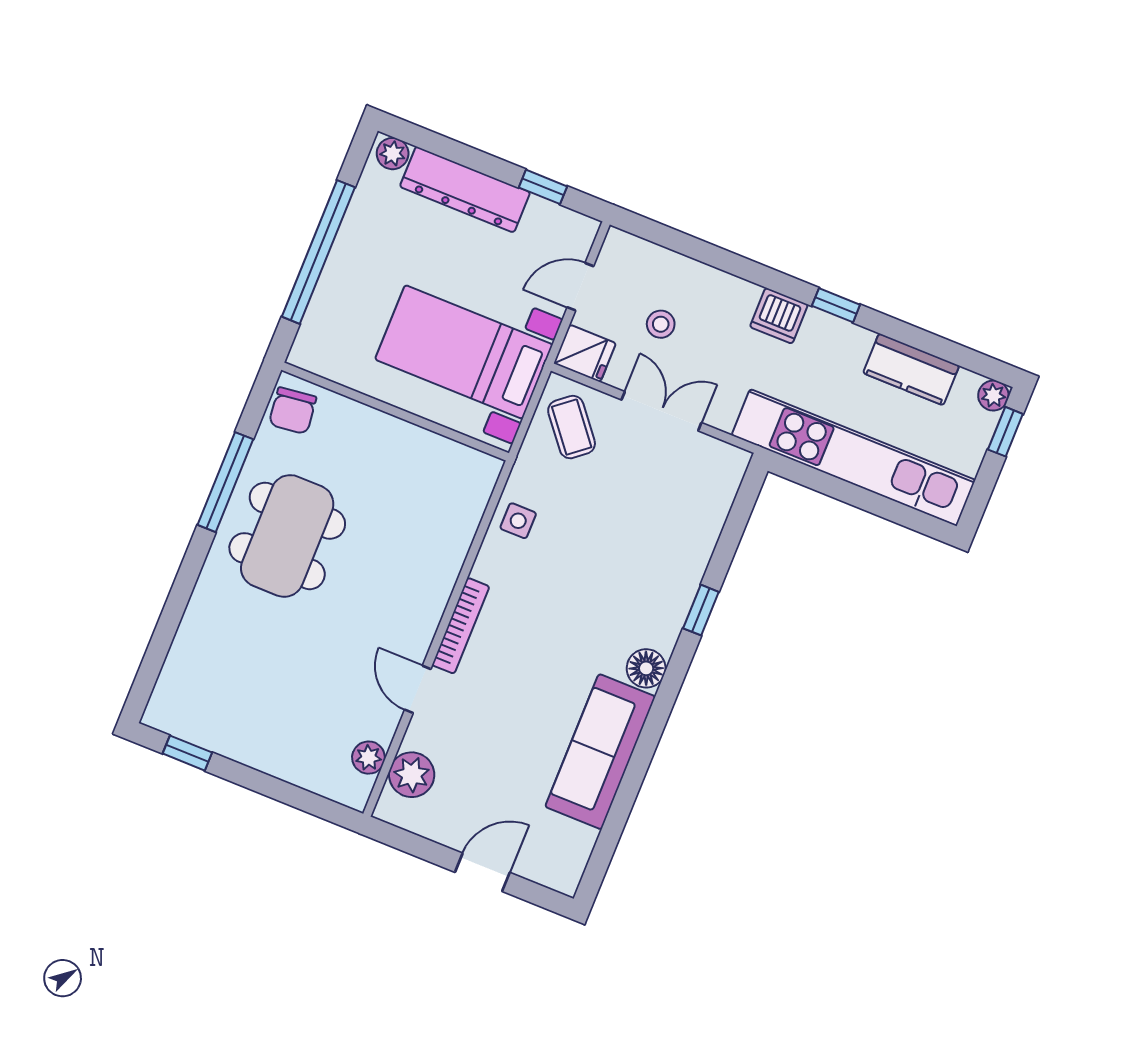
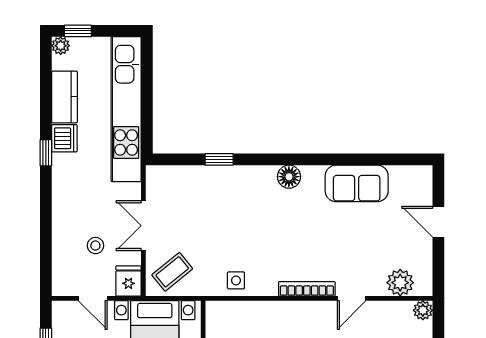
dishwasher: (779, 316) -> (64, 138), moved
window: (701, 610) -> (219, 159), moved
sofa: (600, 752) -> (357, 183), width x0.73
plant: (368, 758) -> (423, 310), moved

